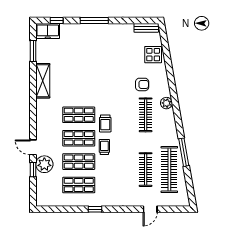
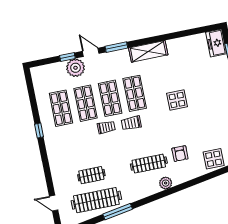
window: (33, 51) -> (116, 47), moved
display table: (93, 77) -> (177, 100), added
shelving: (43, 81) -> (148, 51), moved
door: (33, 147) -> (91, 52), hinge flipped
clothes rail: (146, 170) -> (91, 175), width x0.73
door: (150, 209) -> (54, 203), moved

